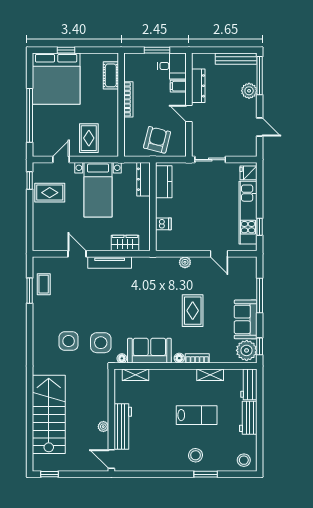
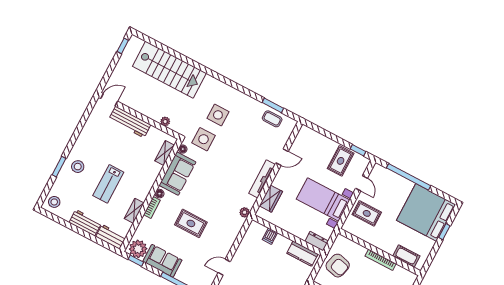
dresser: (144, 179) -> (317, 241), width x0.70
plant: (185, 262) -> (245, 212), moved
plant: (103, 427) -> (165, 121), moved

